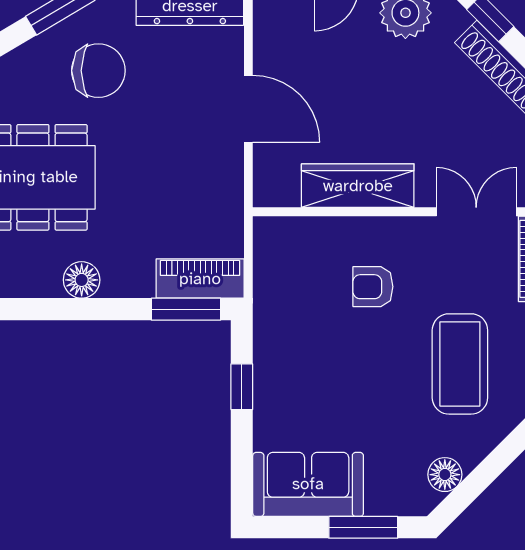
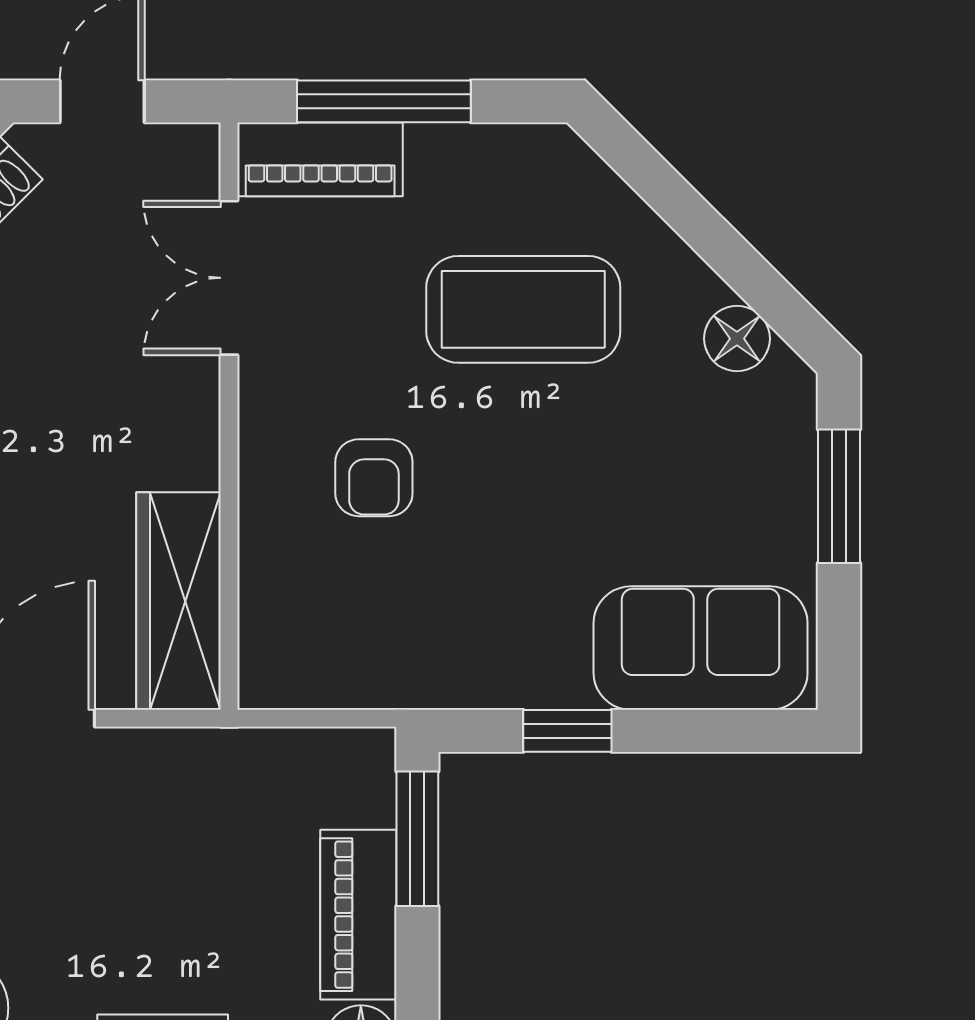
wardrobe: (358, 186) -> (179, 601), moved
piano: (200, 279) -> (358, 915), moved
sofa: (308, 484) -> (701, 648), moved, turned 90

